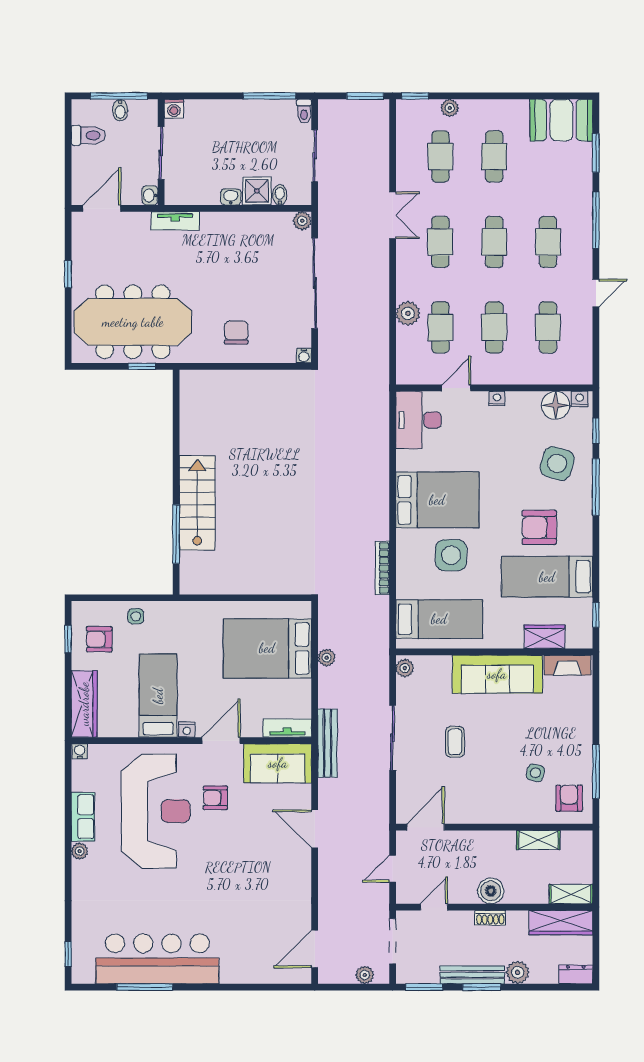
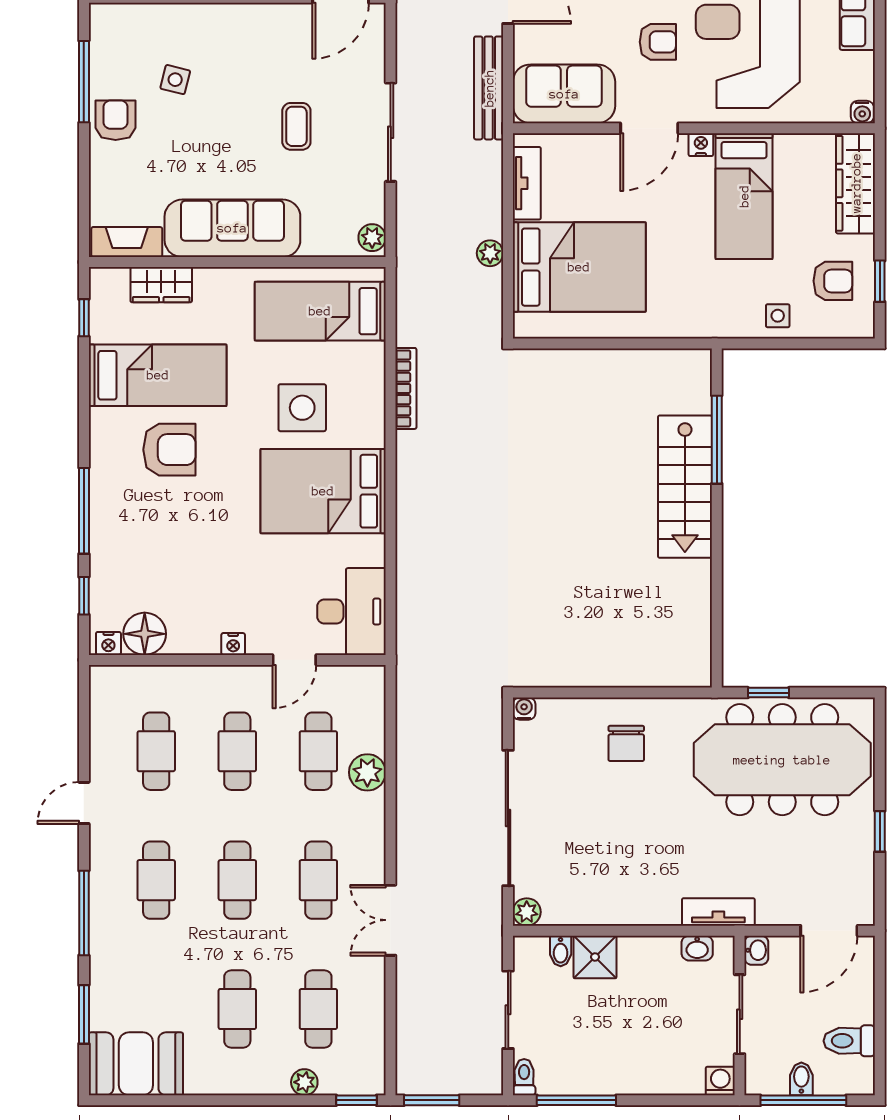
washbasin: (231, 197) -> (697, 948), moved
side table: (557, 463) -> (142, 546), removed
tv unit: (287, 728) -> (527, 183), moved, turned -90
bench: (327, 743) -> (489, 88), moved
armchair: (569, 798) -> (116, 120), moved, turned 180

